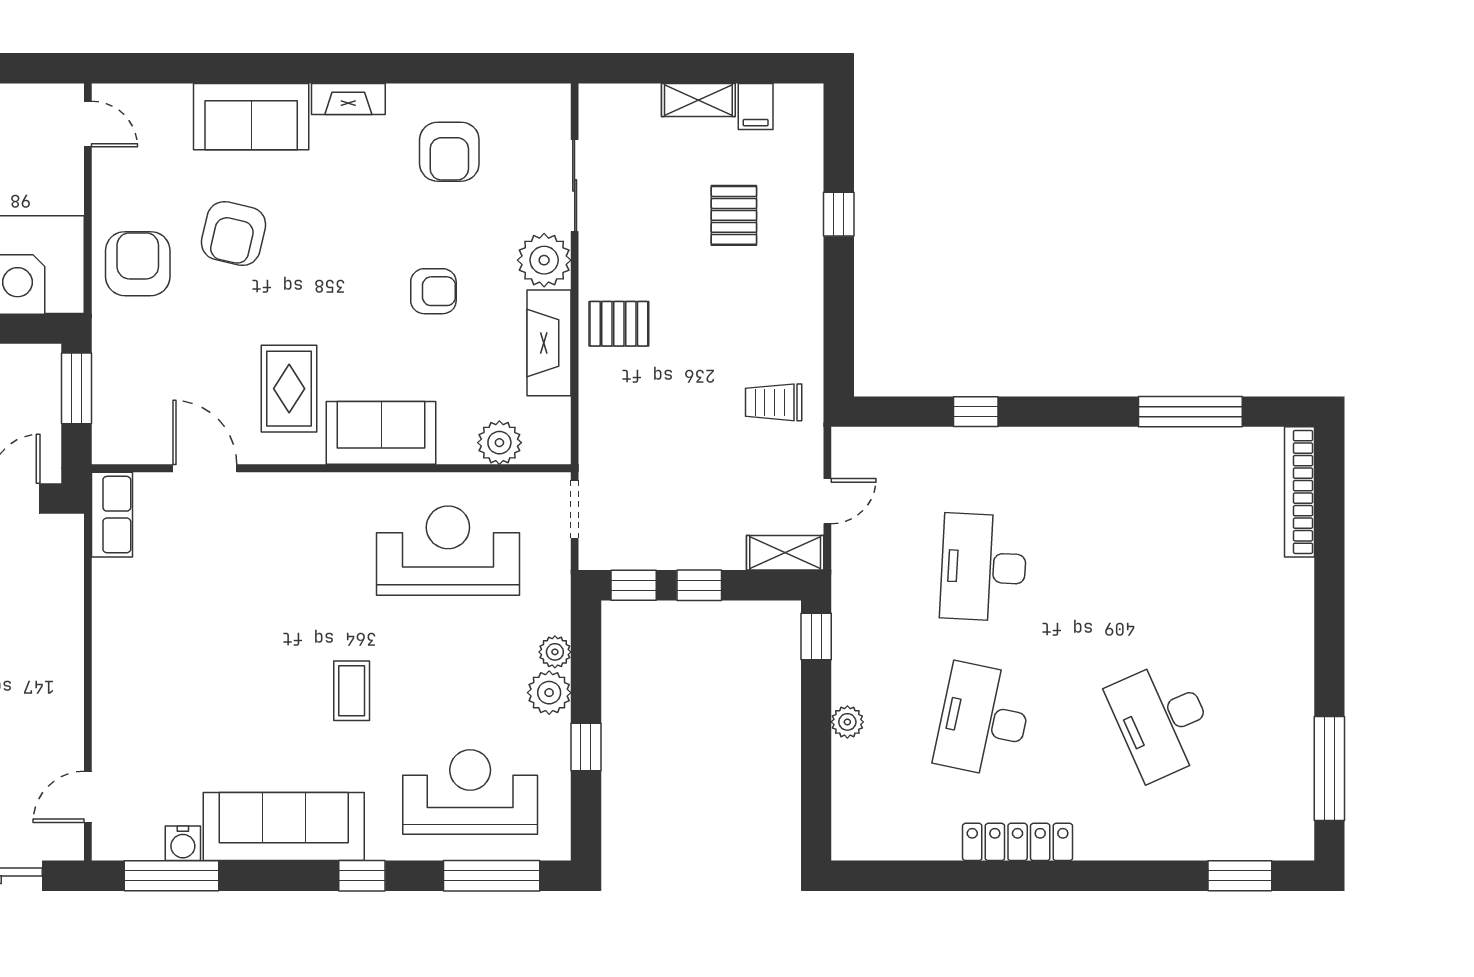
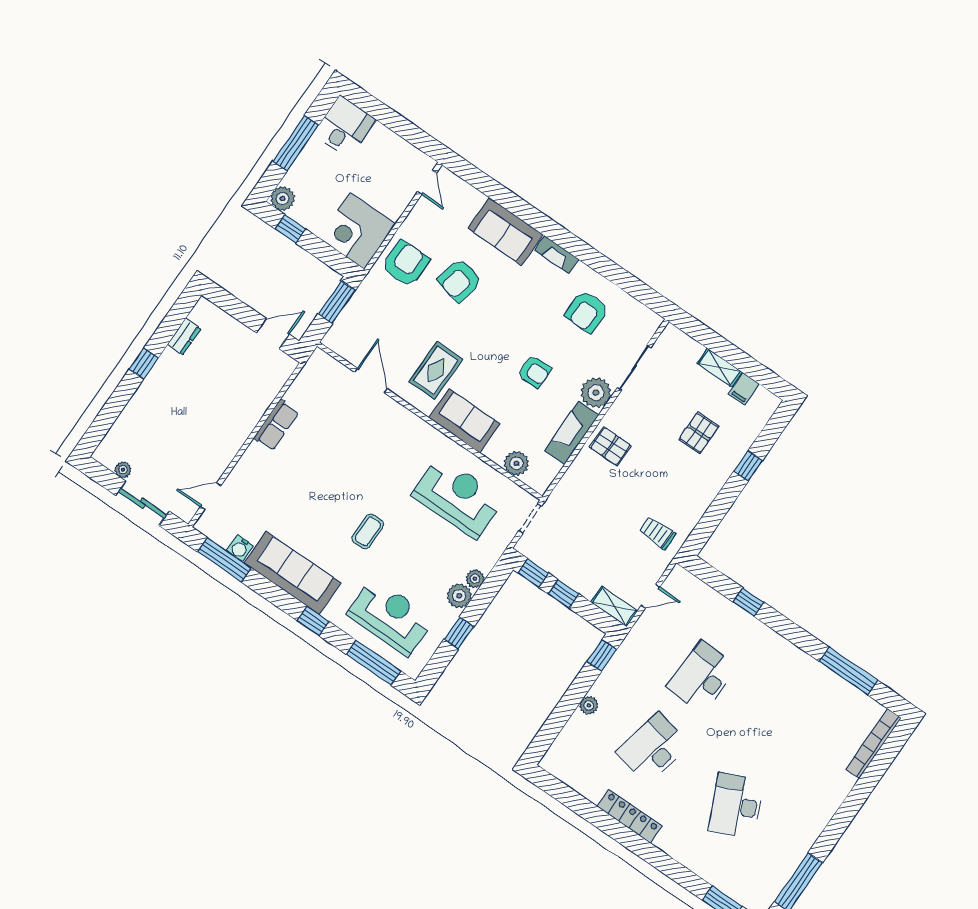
row of seats: (112, 515) -> (276, 425), moved

